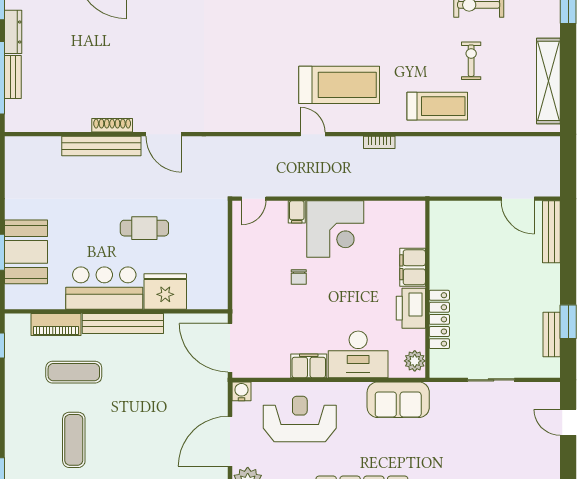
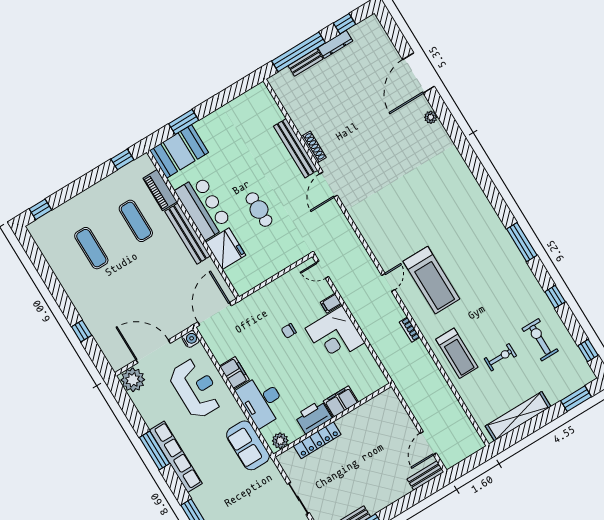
bench: (551, 232) -> (425, 475), width x0.73
booth: (26, 252) -> (179, 151), moved
exercise mat: (74, 440) -> (91, 248), turned 90

